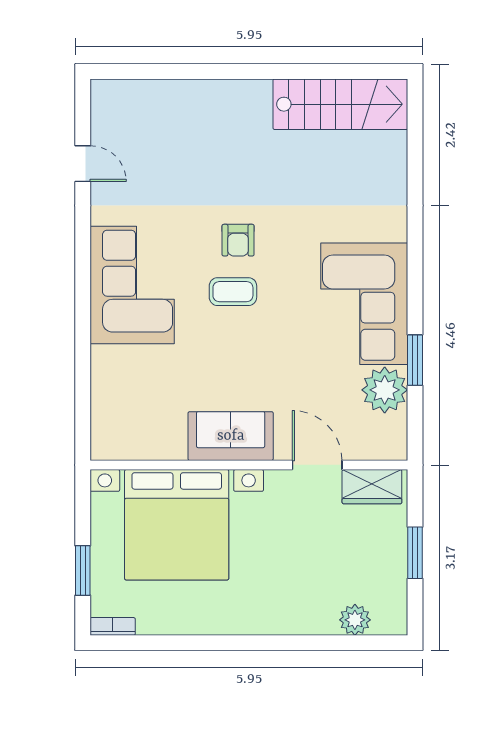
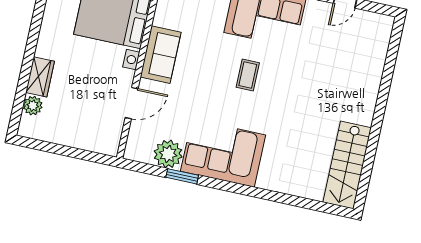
armchair: (238, 240) -> (278, 85), removed
wardrobe: (372, 487) -> (40, 77), moved, turned 180
window: (415, 553) -> (65, 151), removed

